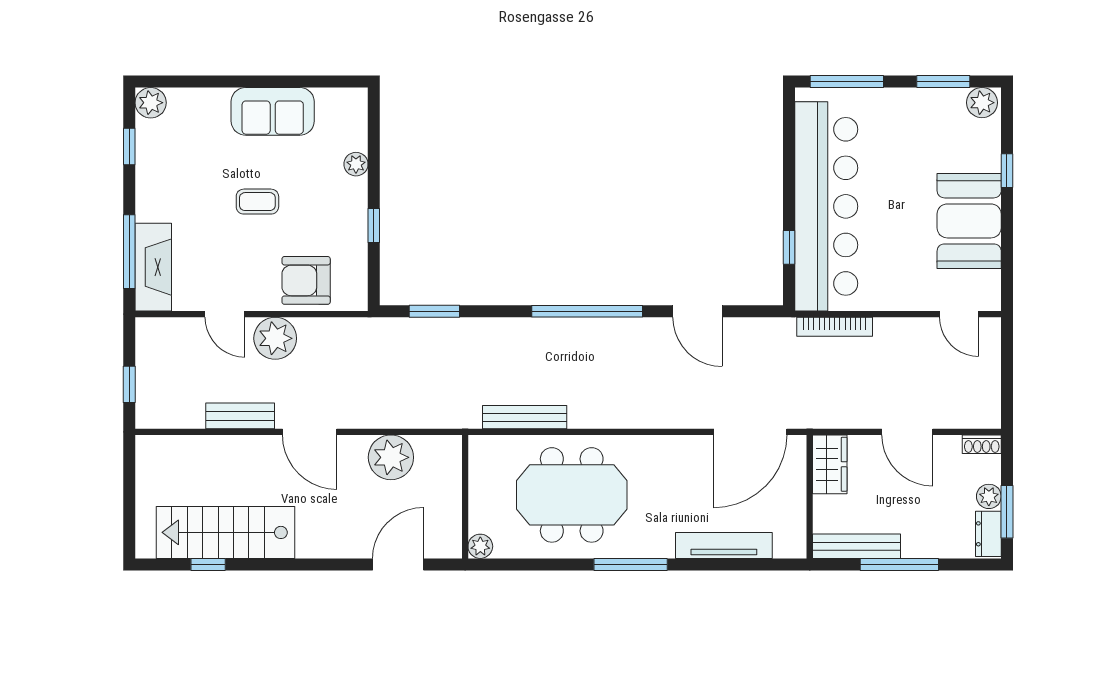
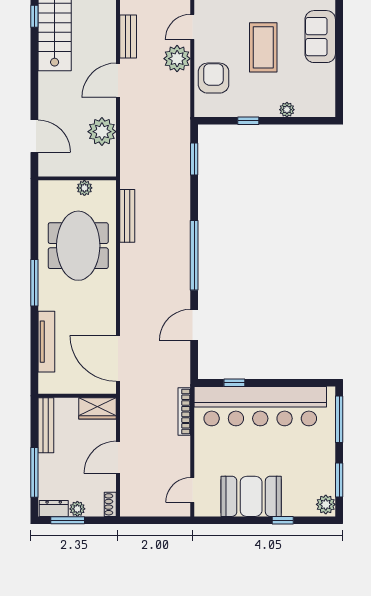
sofa: (273, 111) -> (320, 37), moved
coffee table: (257, 202) -> (263, 47), width x1.86, depth x1.72
plant: (480, 546) -> (84, 188), moved
window: (899, 564) -> (34, 472), moved

